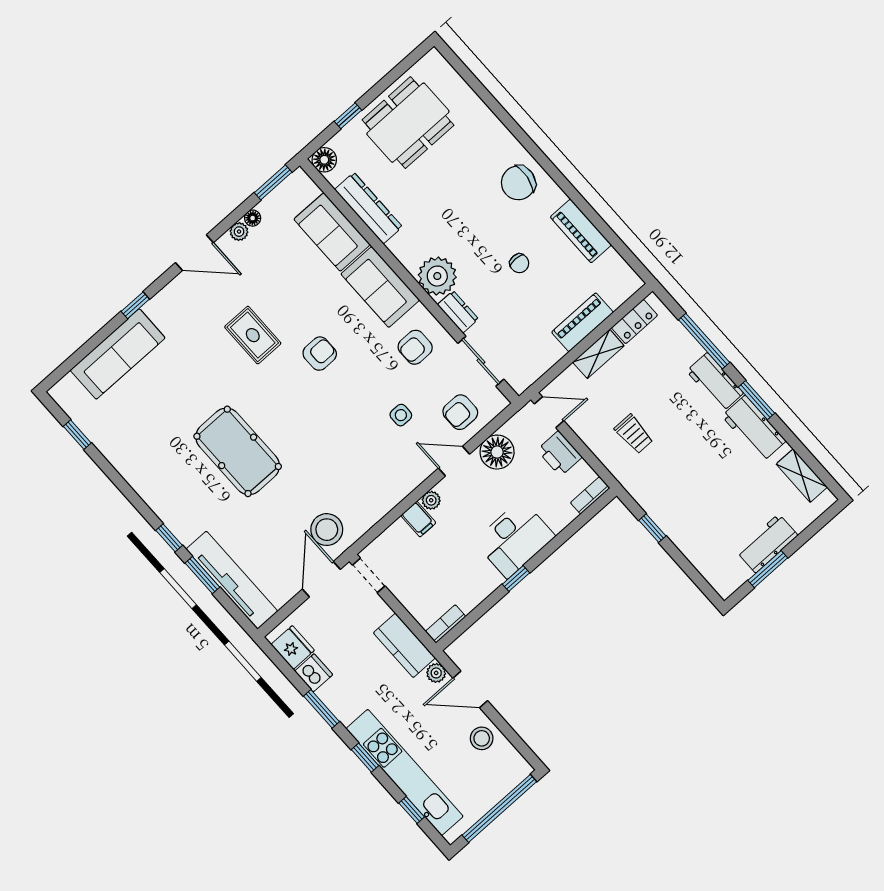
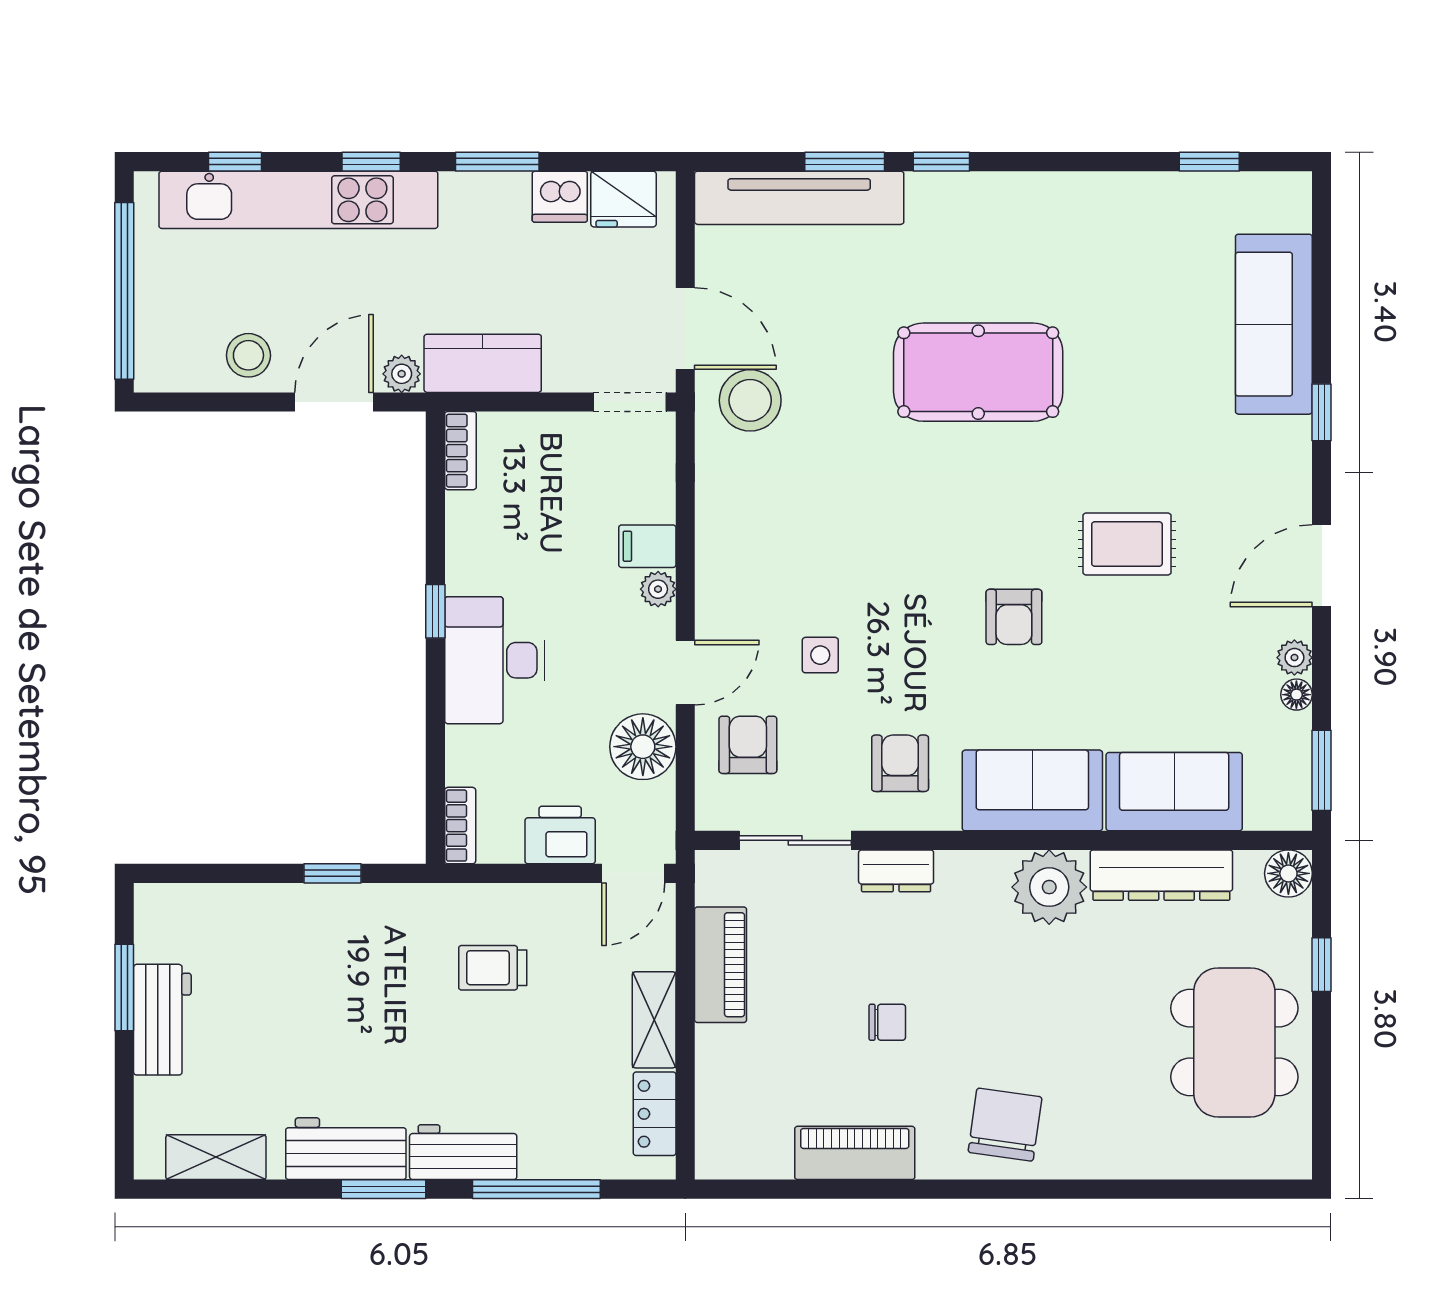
chair: (519, 263) -> (887, 1022), turned 180
plant: (437, 276) -> (1049, 887), moved
piano: (582, 322) -> (721, 965), moved

